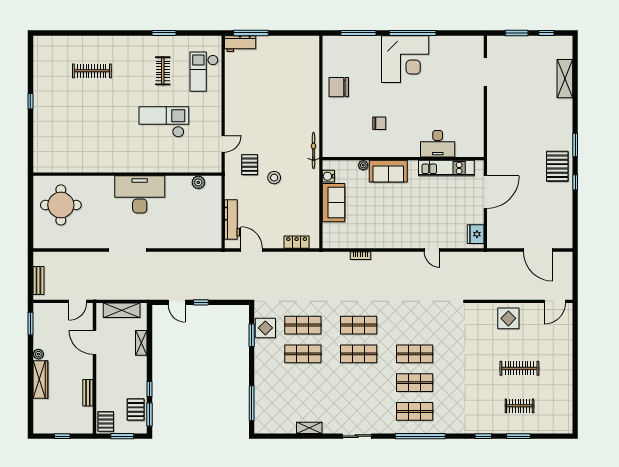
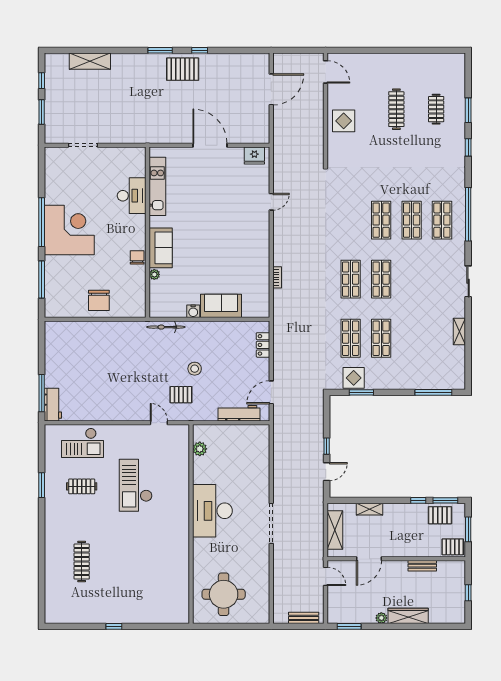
desk: (438, 144) -> (132, 196), moved
wall: (403, 159) -> (147, 232), moved
plant: (363, 165) -> (154, 274), moved
kitchen unit: (446, 168) -> (157, 186), moved
sofa: (388, 171) -> (161, 248), moved

